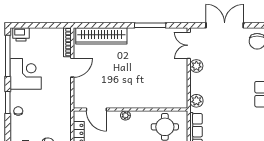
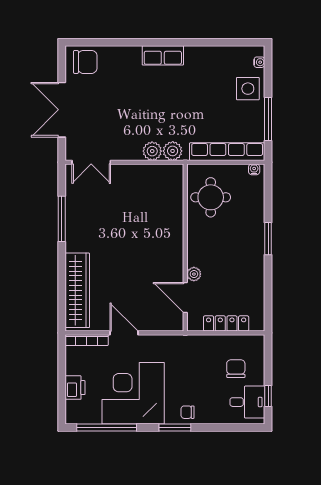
printer: (21, 34) -> (75, 388), moved
plant: (196, 66) -> (152, 151), moved
corner desk: (26, 74) -> (133, 393), width x1.36, depth x1.36
door: (96, 109) -> (185, 297), swing flipped
plant: (125, 115) -> (194, 274), moved

